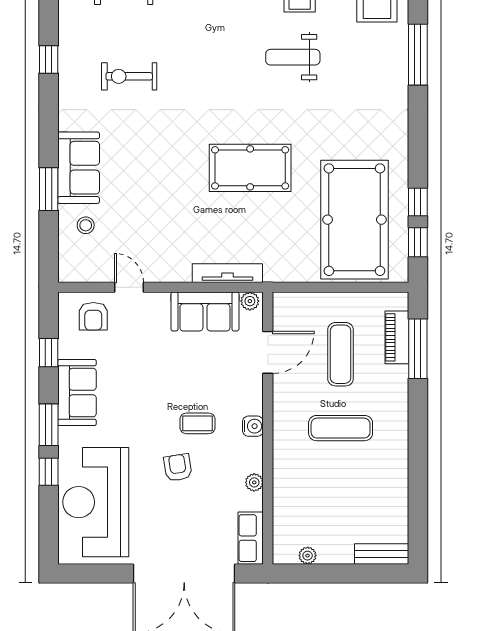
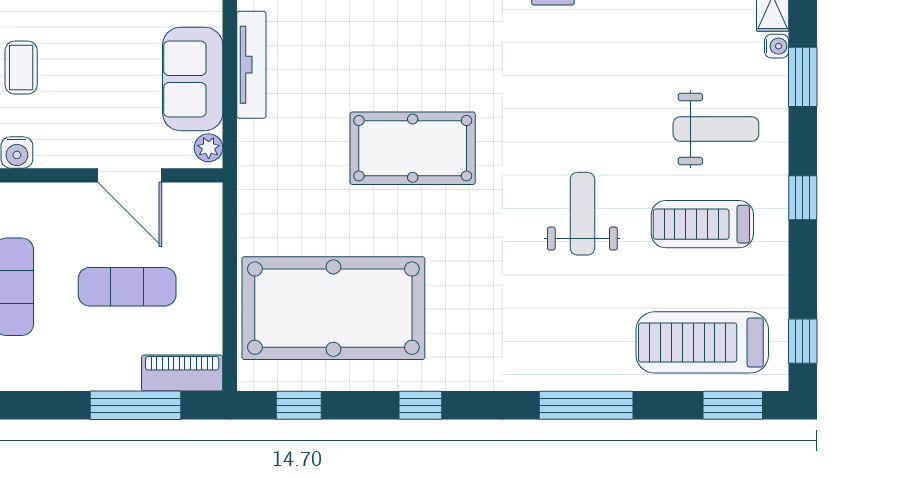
pool table: (250, 168) -> (413, 148), turned 90
window: (418, 202) -> (420, 405), moved
tv unit: (227, 273) -> (251, 65), moved
piano: (397, 337) -> (182, 373), moved

